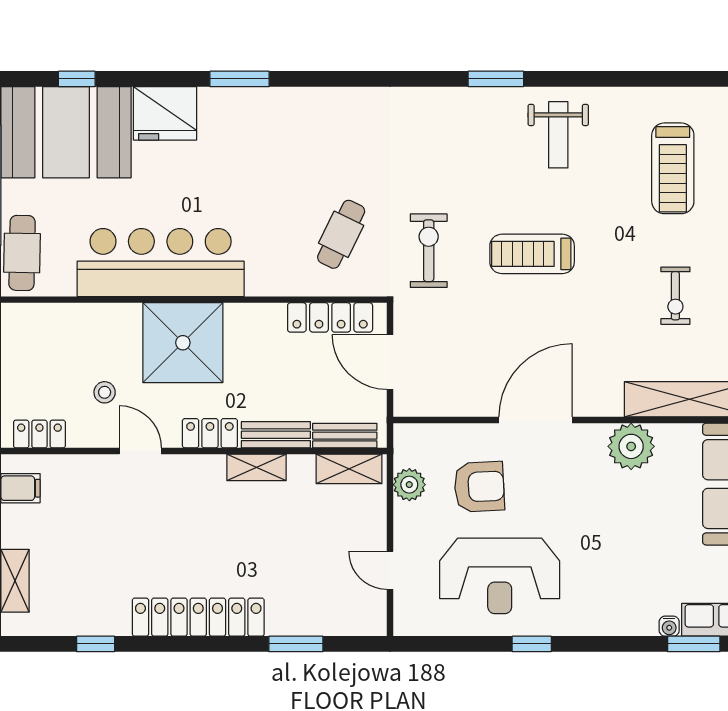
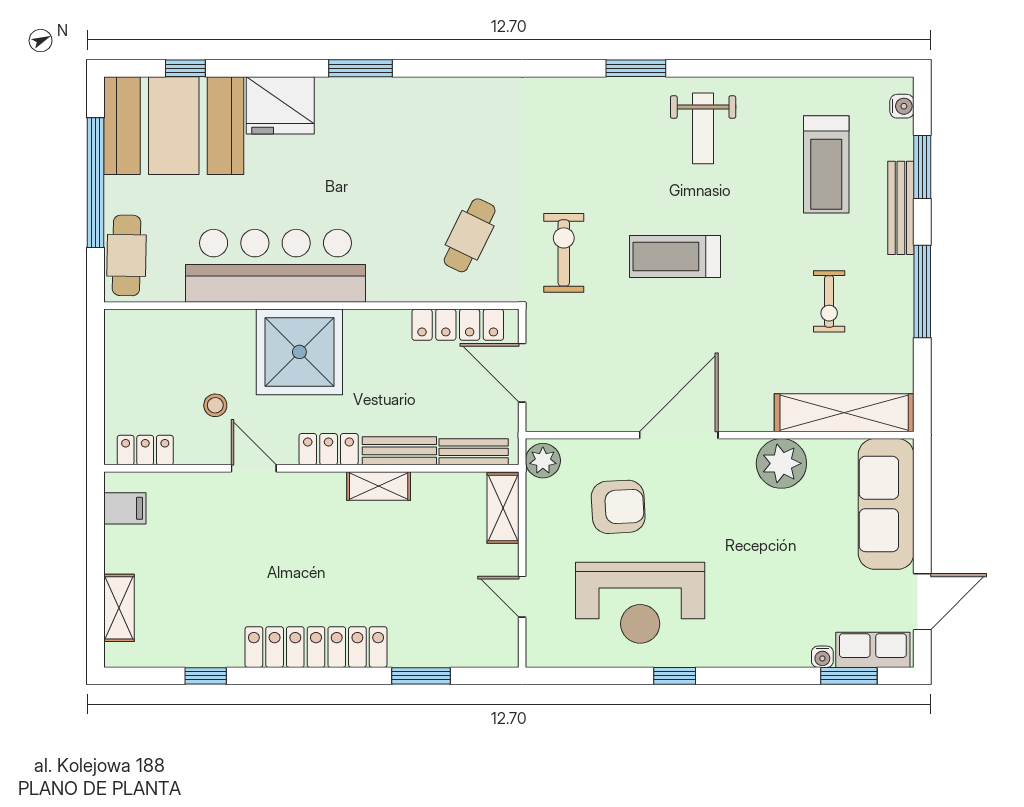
shelving: (349, 469) -> (503, 508), moved, turned 90
plant: (409, 485) -> (543, 461), moved

